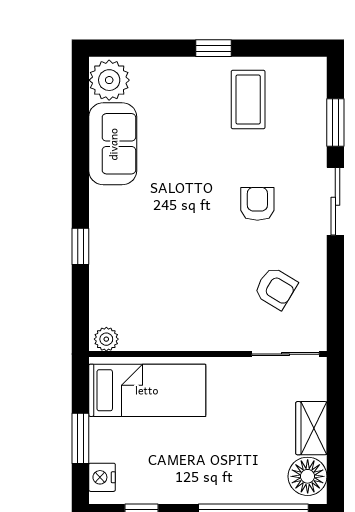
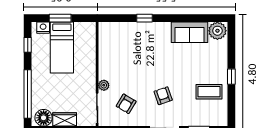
armchair: (257, 204) -> (163, 96), turned -109
plant: (106, 339) -> (104, 85), moved
bed: (147, 390) -> (62, 47), moved

